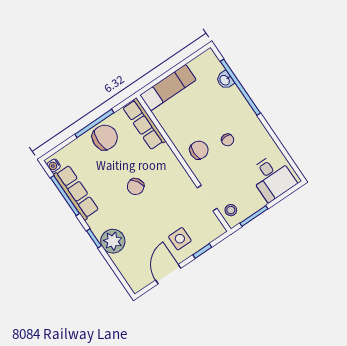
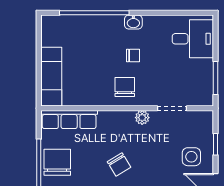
washbasin: (225, 80) -> (133, 22), moved
plant: (184, 180) -> (142, 118), added
stool: (231, 210) -> (197, 95), removed

